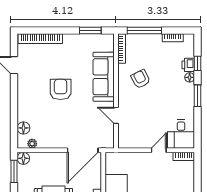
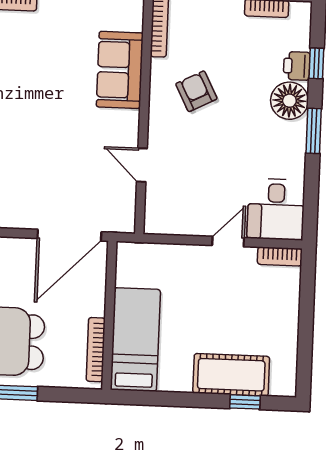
sofa: (104, 77) -> (120, 70), width x0.73
floor lamp: (190, 77) -> (289, 101), width x1.89, depth x1.89
armchair: (61, 89) -> (28, 106), removed

